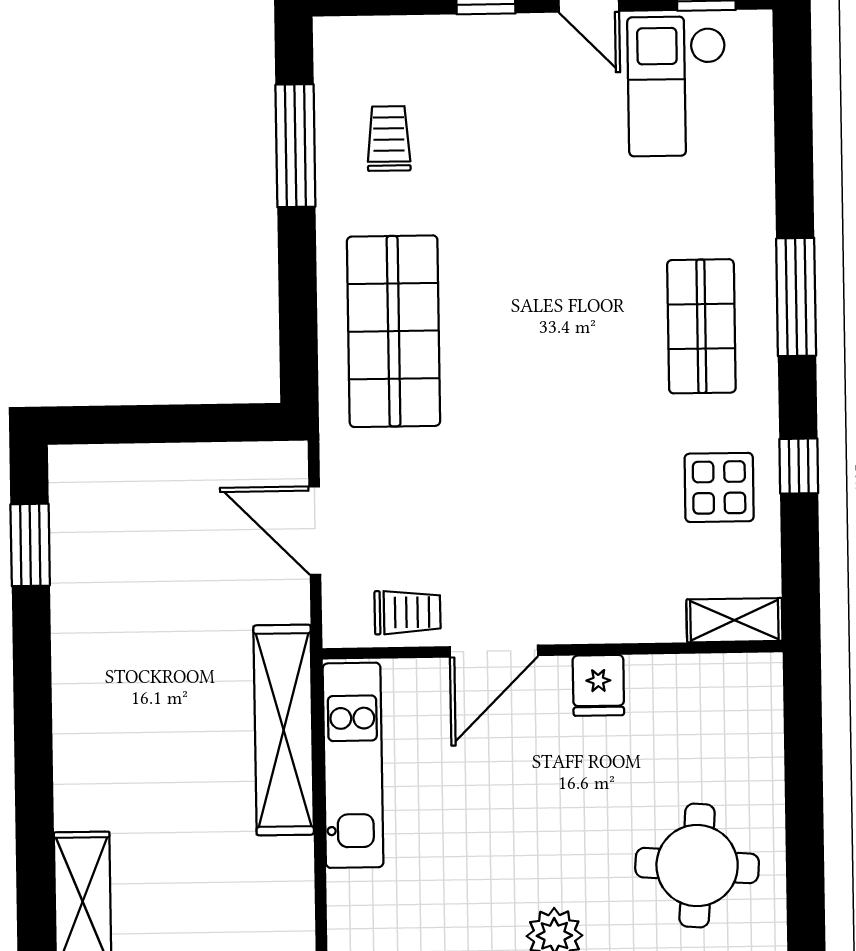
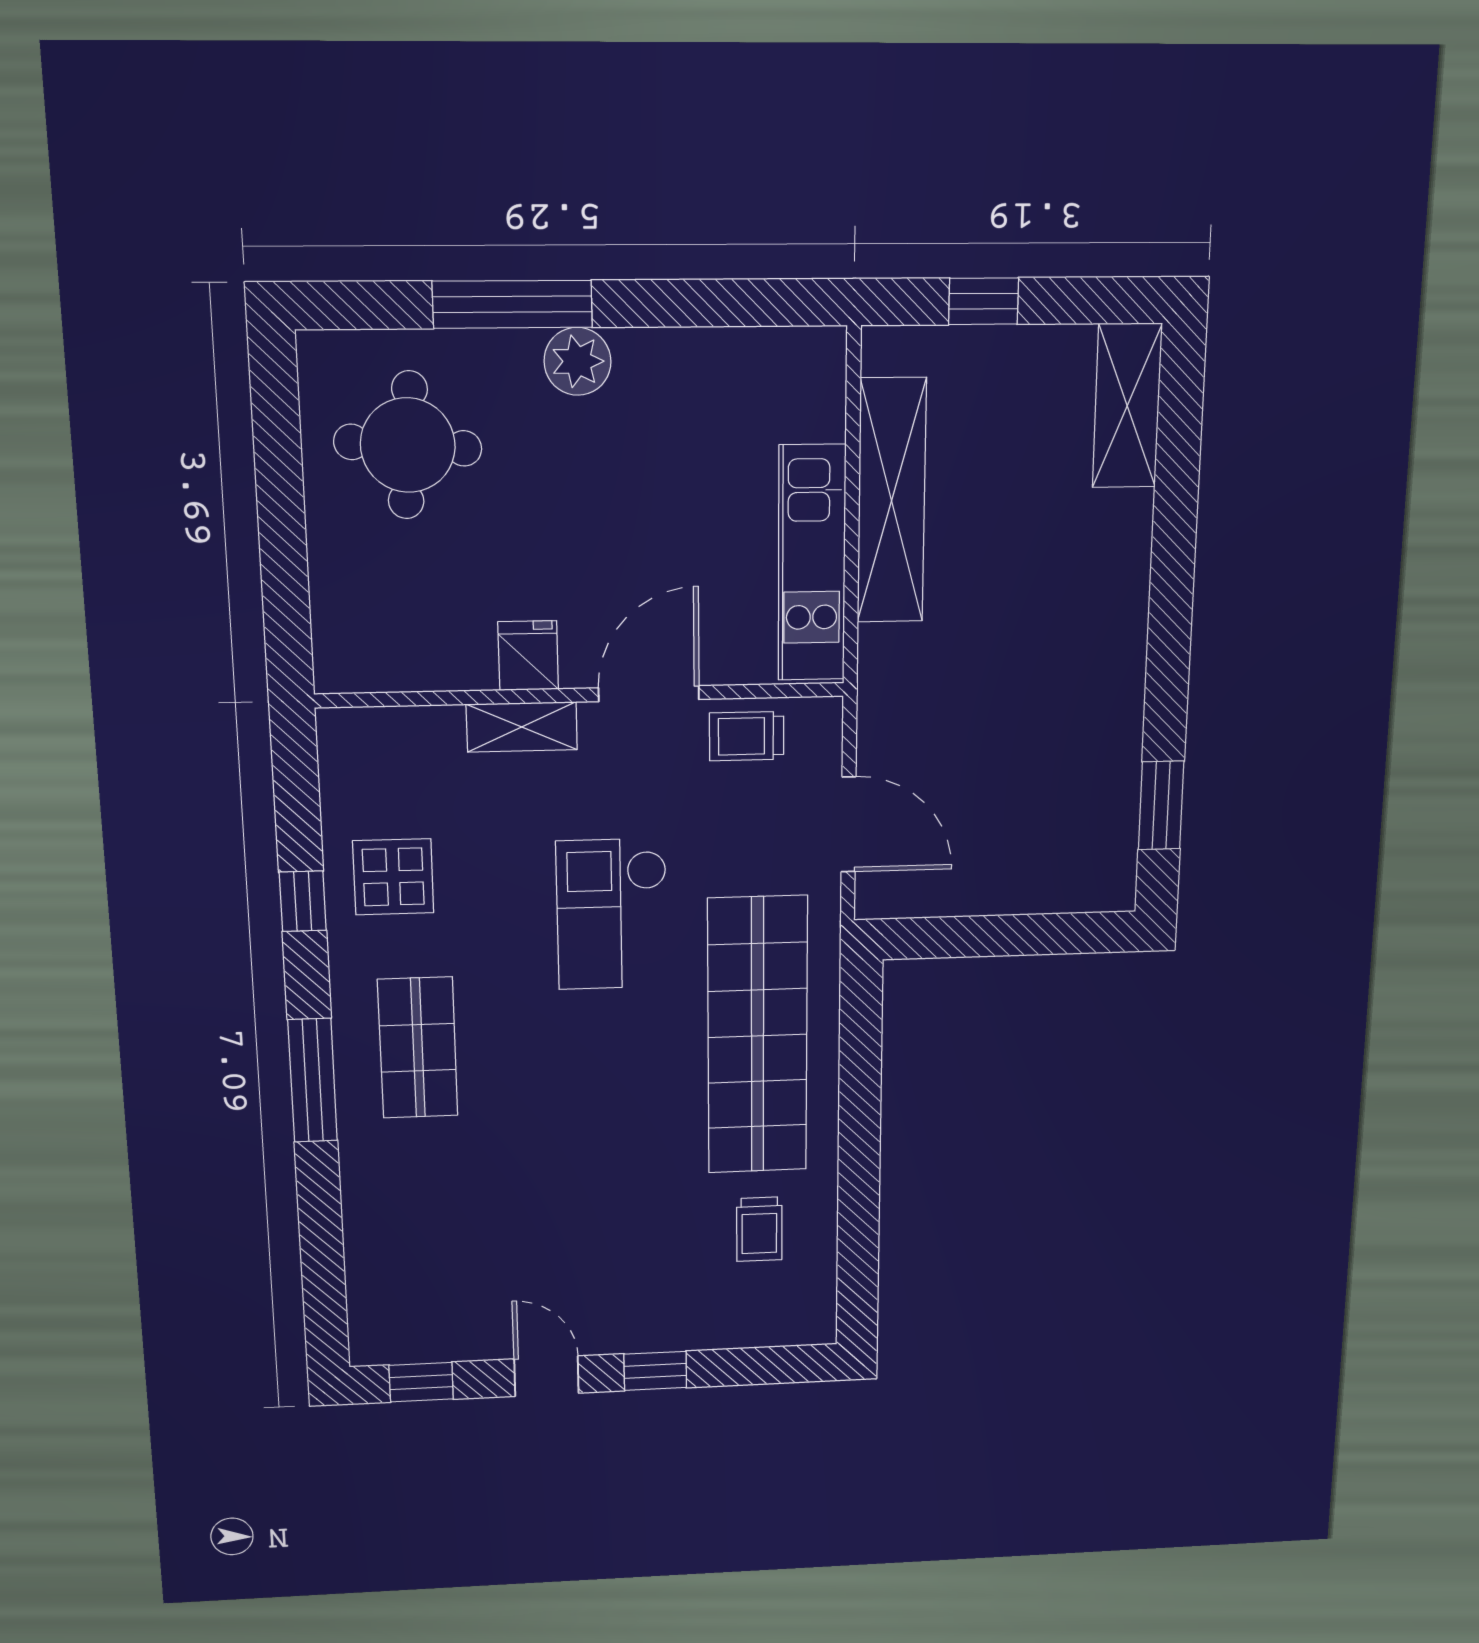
checkout: (677, 86) -> (612, 914), moved, turned 180
window: (295, 146) -> (858, 1219), removed
shop shelf: (394, 331) -> (758, 1036), width x1.40
shelving: (734, 620) -> (522, 727), moved
shelving: (284, 730) -> (892, 501), moved

